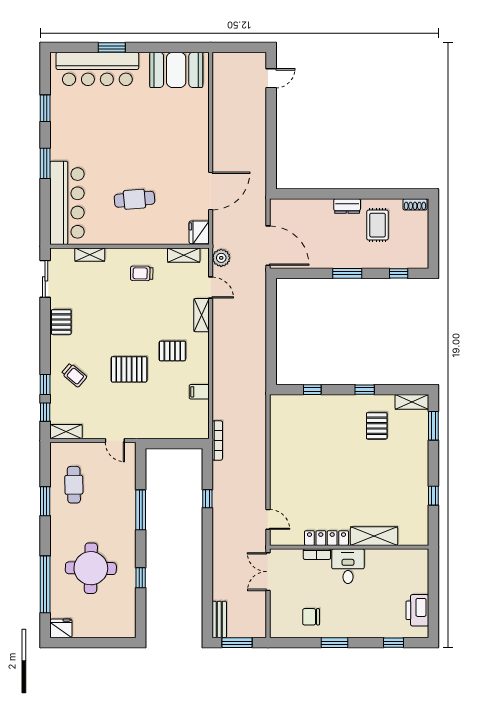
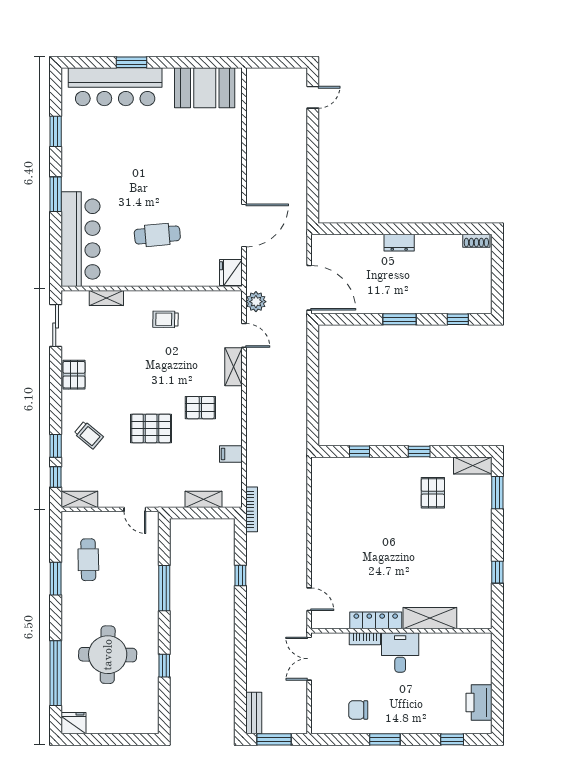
rug: (378, 225) -> (434, 264), removed
shelving: (184, 255) -> (204, 499), moved

